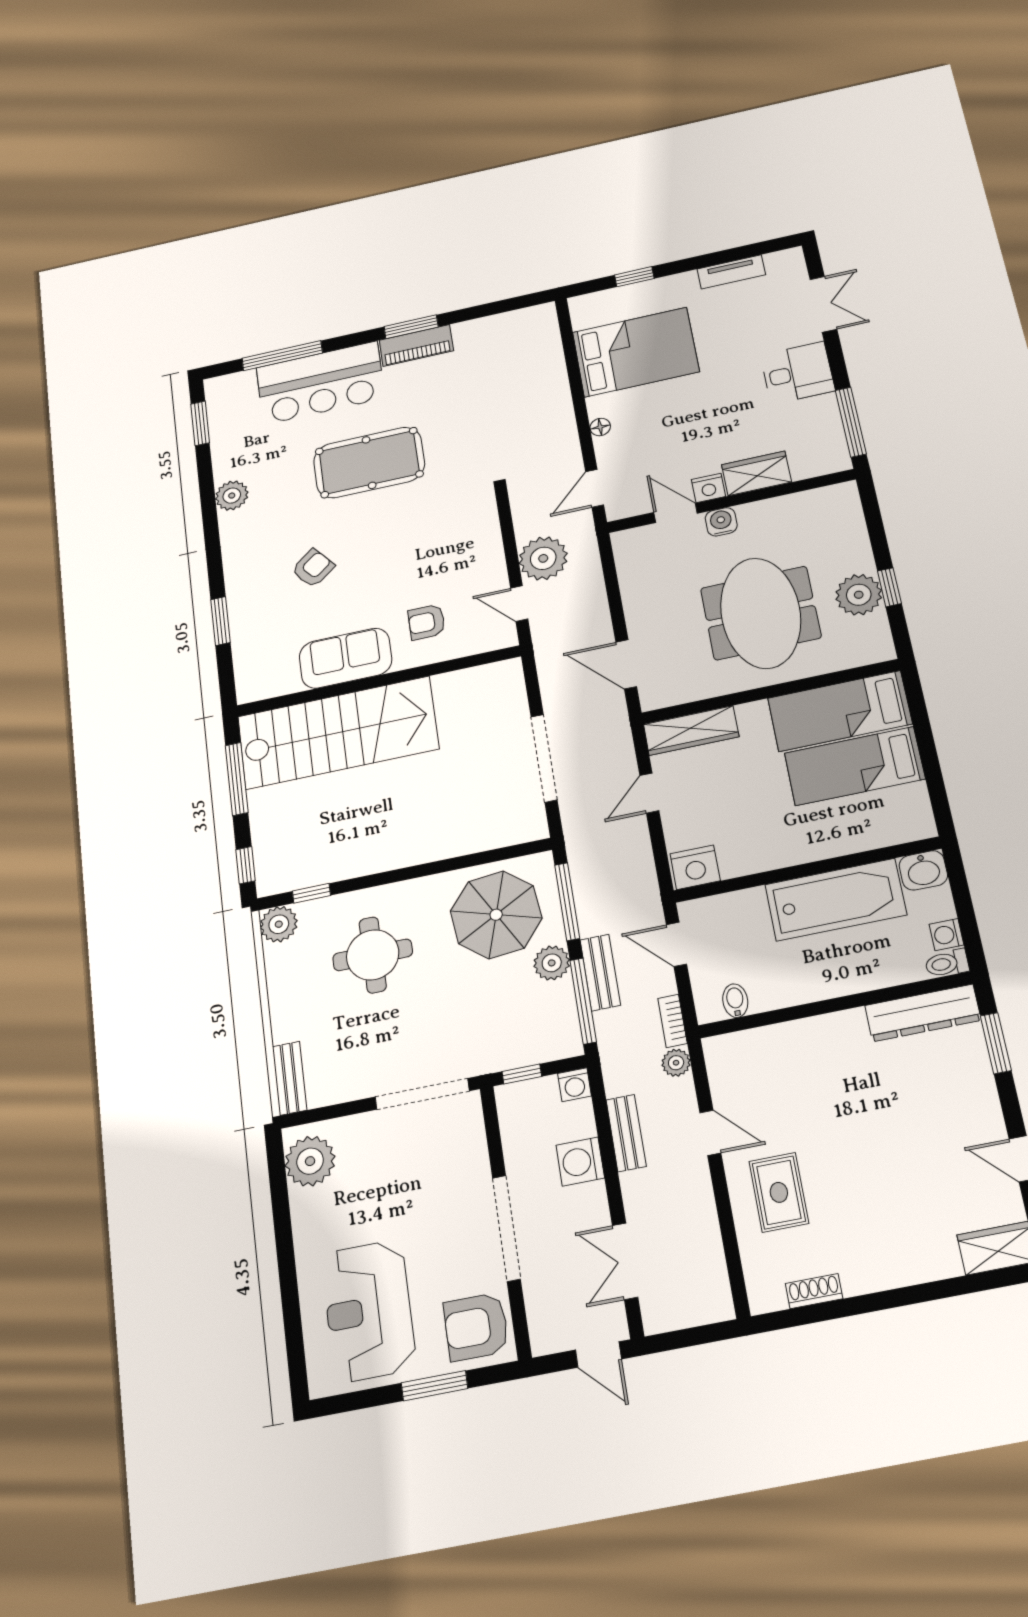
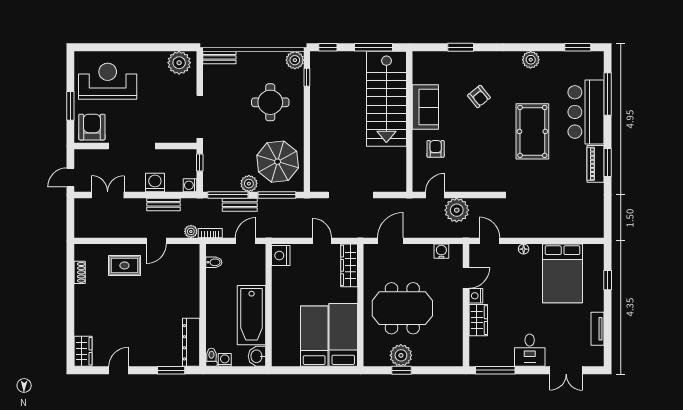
water cooler: (721, 522) -> (441, 251), moved, turned -90

